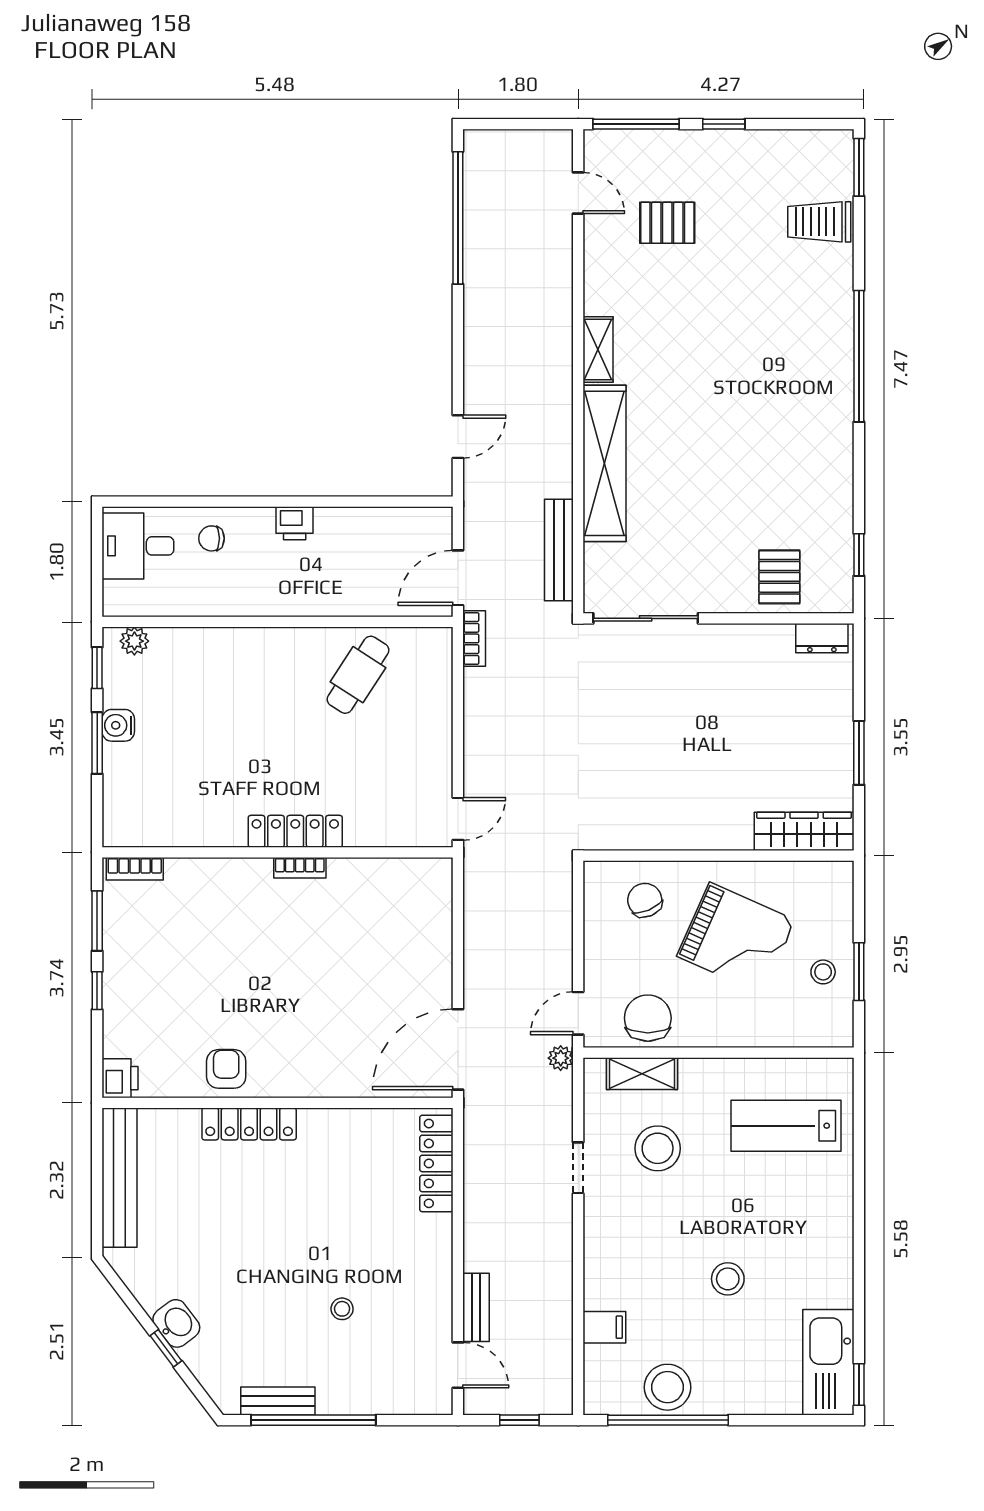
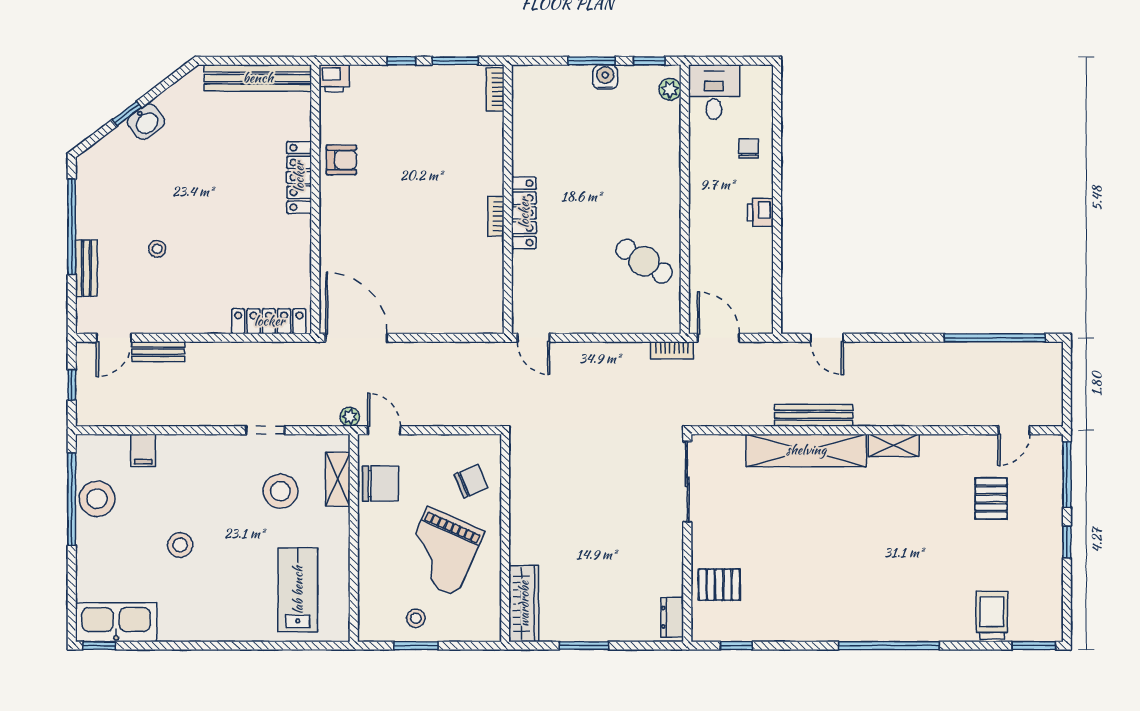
desk: (138, 546) -> (714, 92), moved
bench: (559, 550) -> (813, 415), moved
bench: (278, 1401) -> (86, 268), moved

